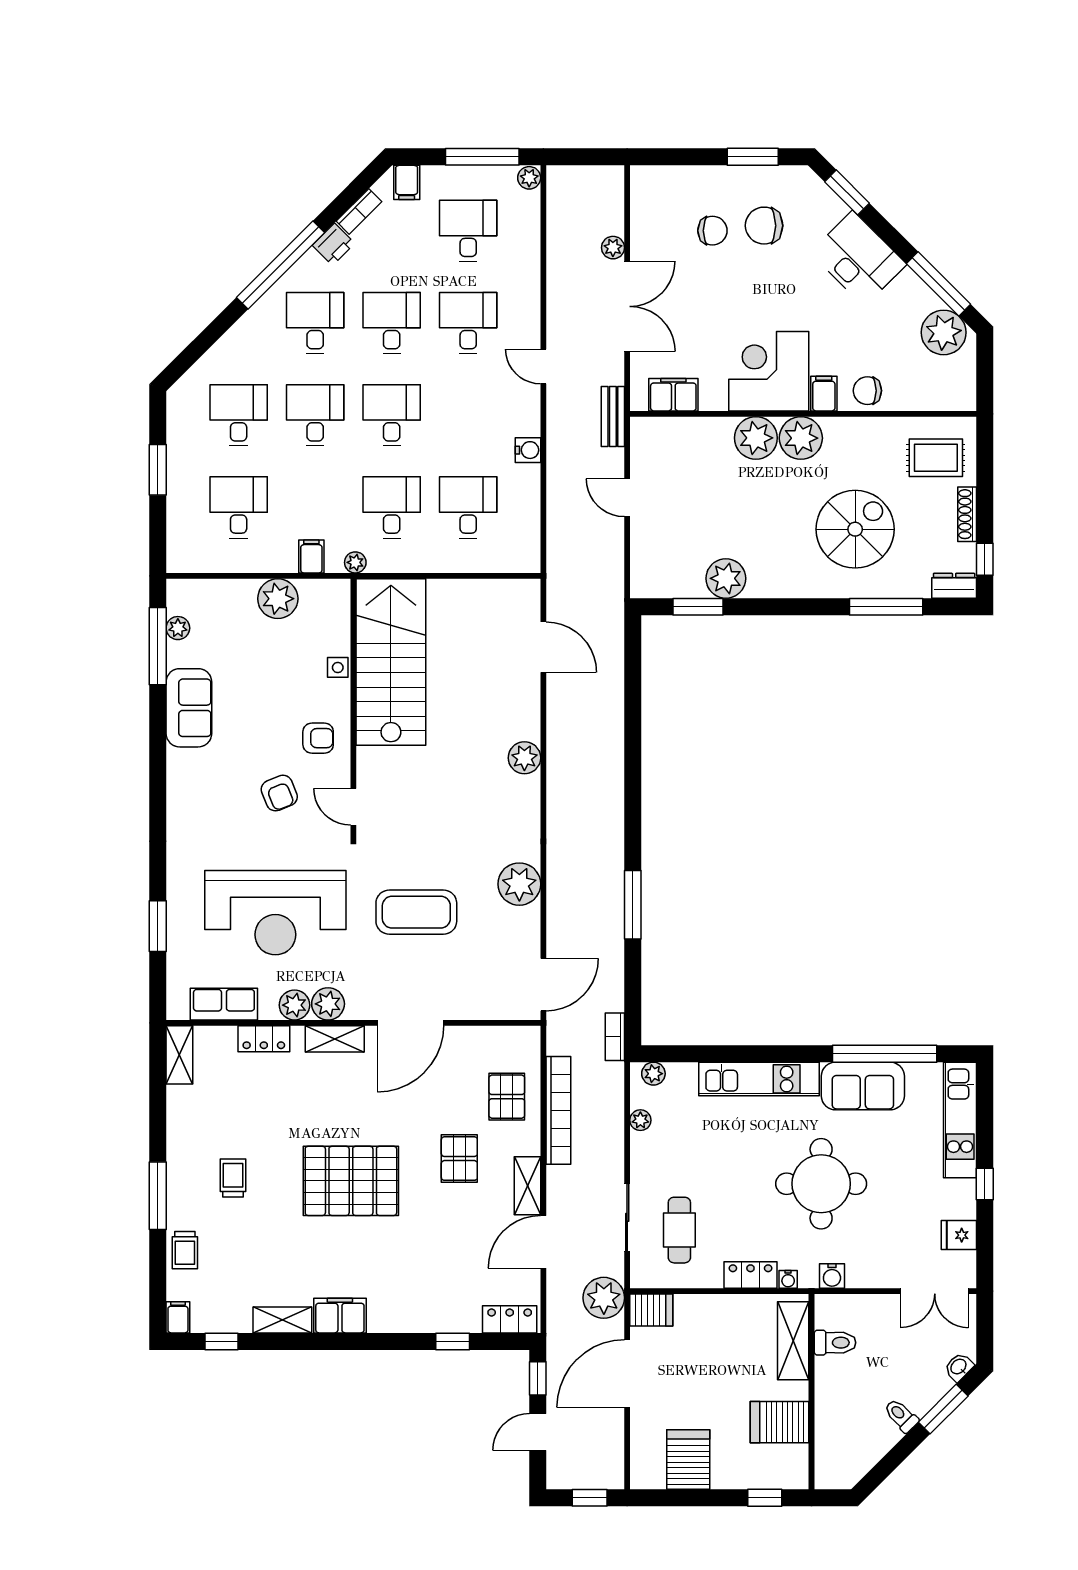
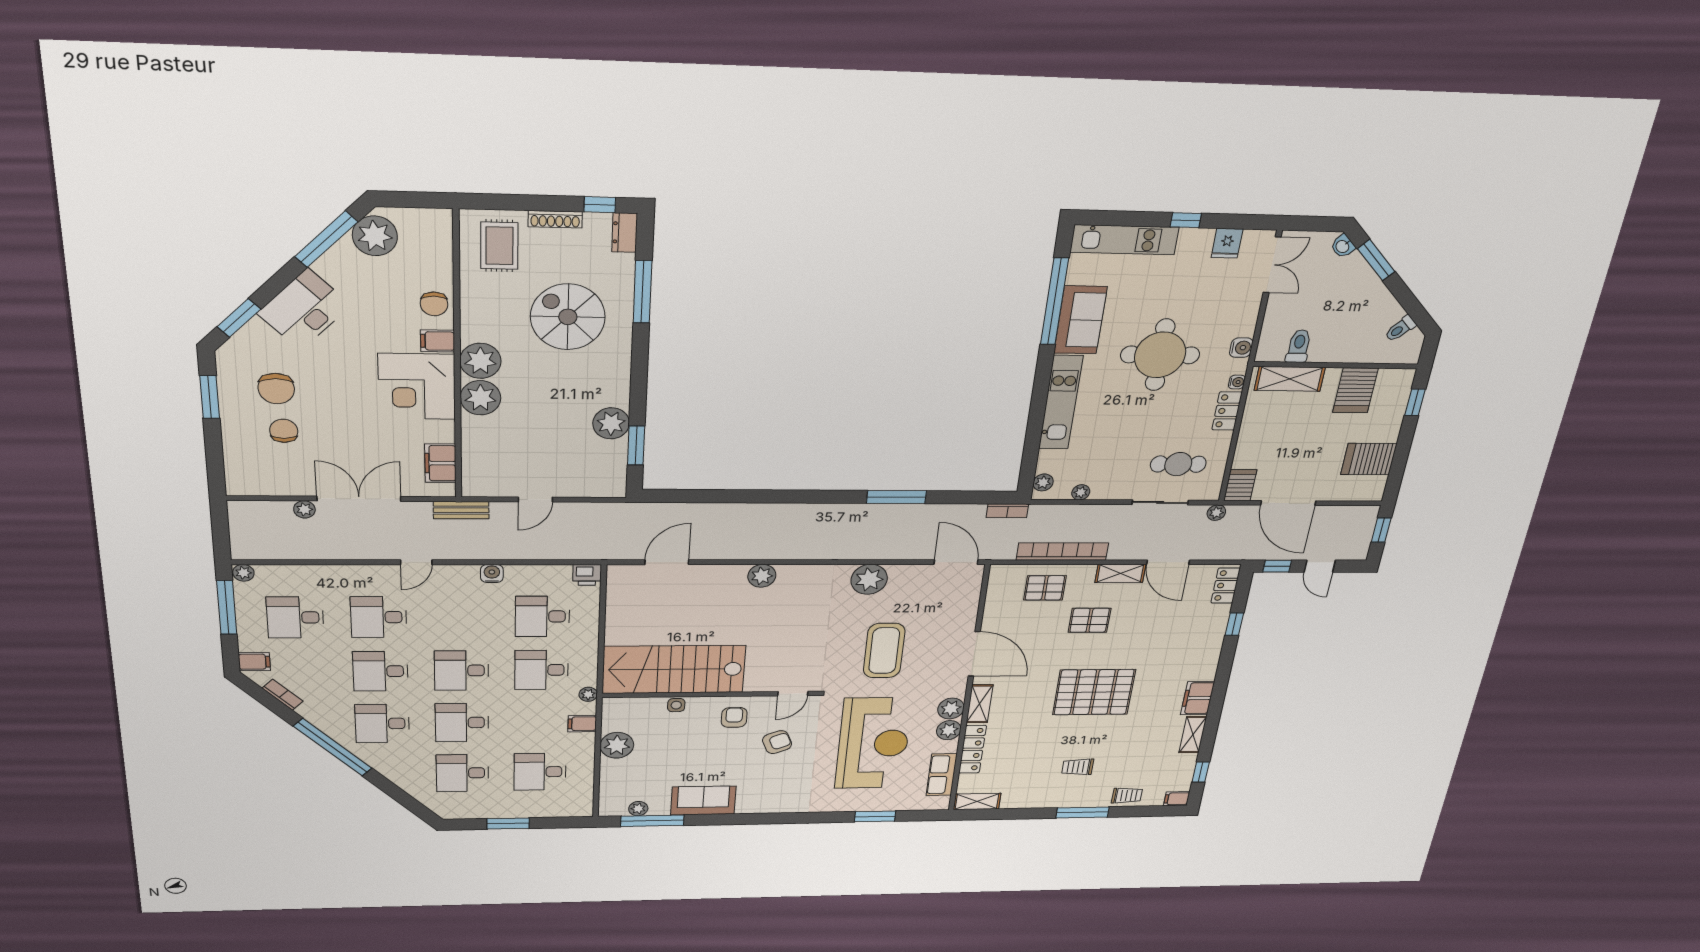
printer: (334, 244) -> (587, 575), moved, turned 135
locker: (264, 1039) -> (973, 749), width x1.53
pallet: (351, 1181) -> (1094, 692), turned 90
plant: (604, 1298) -> (1216, 513), width x0.53, depth x0.53
toilet: (901, 1416) -> (1400, 329), moved

